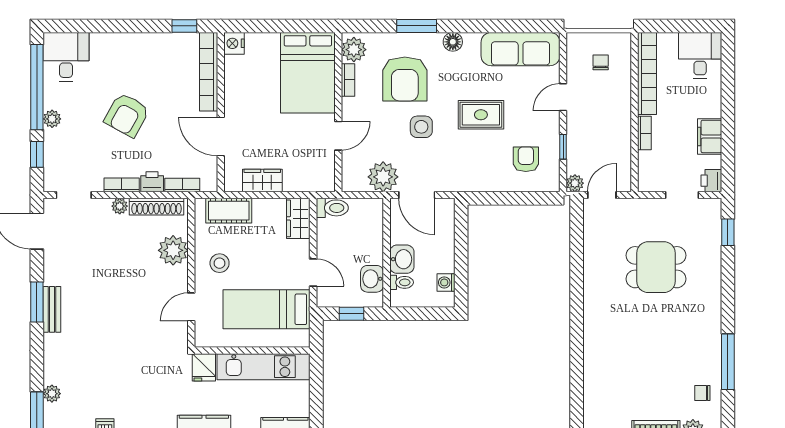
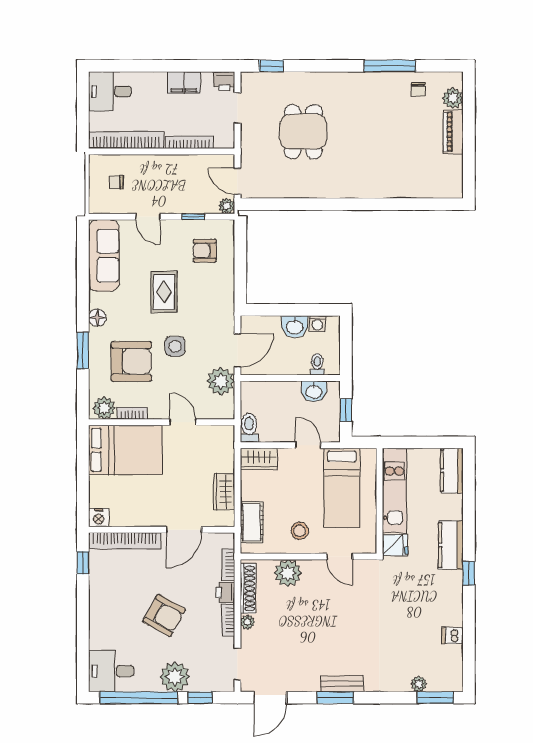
plant: (52, 119) -> (175, 677), width x1.88, depth x1.88
bookcase: (644, 133) -> (189, 142), width x1.56
washbasin: (402, 259) -> (295, 327), moved, turned 180
door: (313, 273) -> (308, 445), hinge flipped

